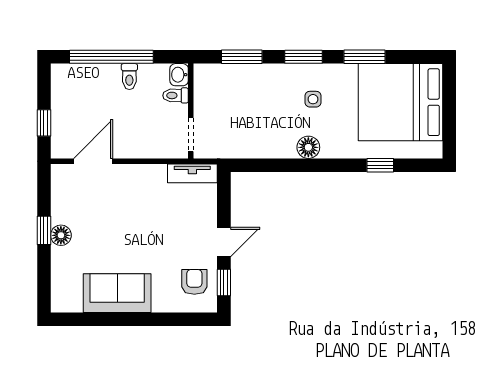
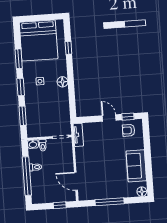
window: (44, 230) -> (110, 202), width x2.17
floor lamp: (61, 235) -> (142, 192), moved

